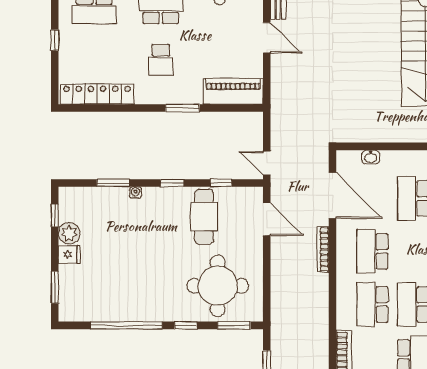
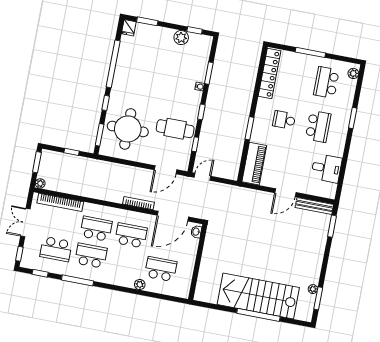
window: (55, 40) -> (310, 52), width x2.17
washbasin: (371, 157) -> (196, 232), moved
fridge: (69, 254) -> (129, 28), moved

